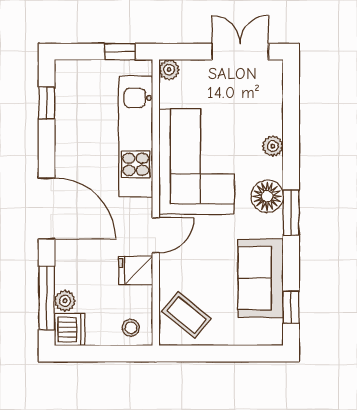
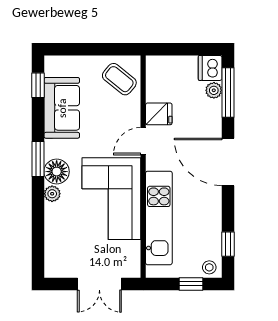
window: (120, 52) -> (191, 284), moved
double door: (240, 52) -> (99, 284), moved
plant: (169, 70) -> (133, 270), removed
plant: (273, 146) -> (52, 194), moved
stool: (131, 328) -> (209, 267), moved

